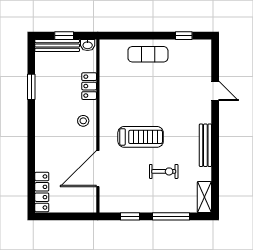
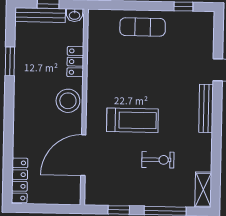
stool: (83, 121) -> (68, 101), width x1.89, depth x1.89
bench: (205, 145) -> (206, 108), moved

